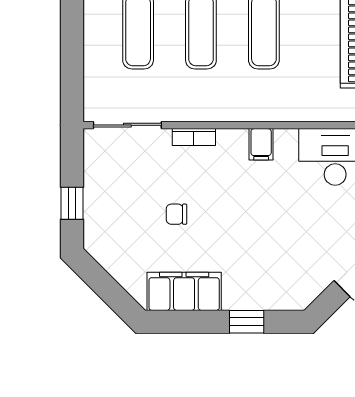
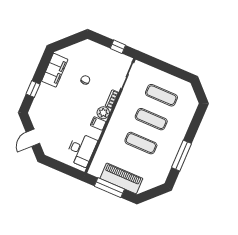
plant: (232, 143) -> (103, 113), added
window: (72, 203) -> (118, 47), moved

